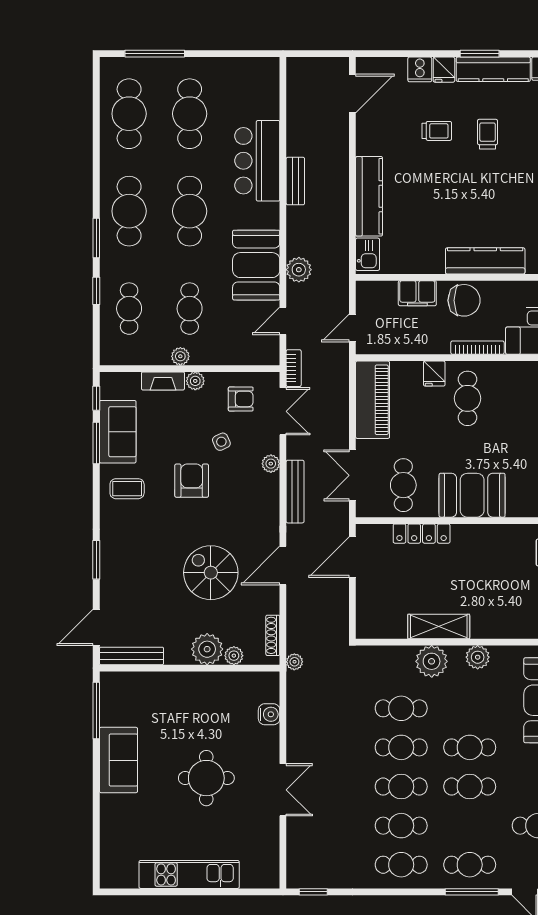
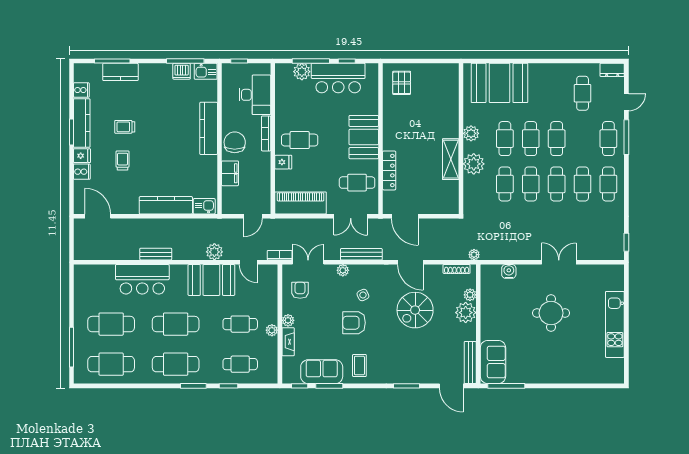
door: (352, 328) -> (253, 216), hinge flipped
side table: (221, 442) -> (363, 295), moved
cafe table: (470, 708) -> (505, 139), added
sofa: (118, 760) -> (493, 362), moved, turned 90

